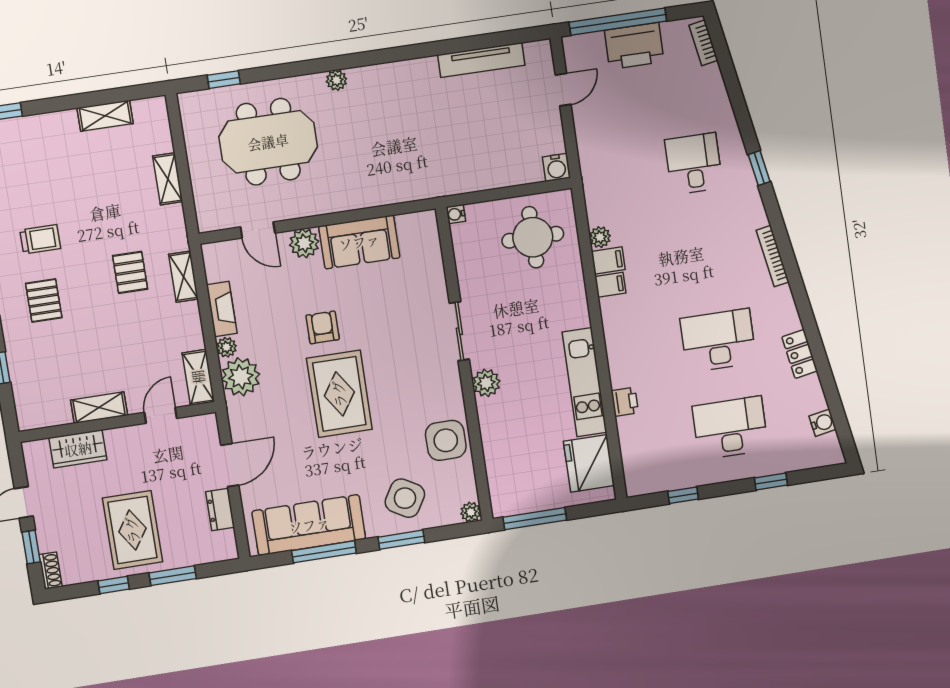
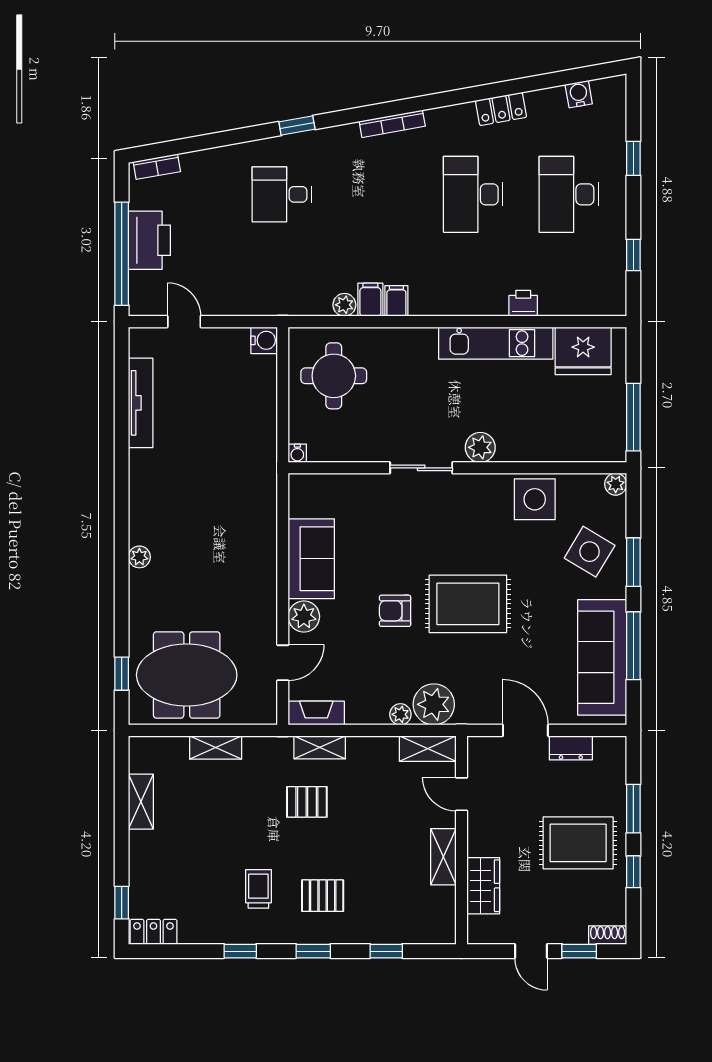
meeting table: (268, 142) -> (187, 675), moved, turned 90
fireplace: (222, 309) -> (316, 713), moved

